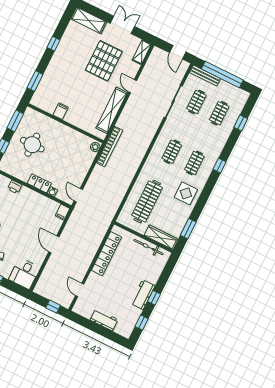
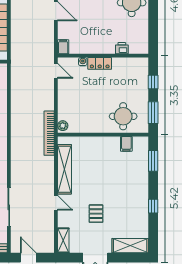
pallet: (104, 61) -> (96, 214), width x0.49, depth x0.50
filing cabinet: (61, 111) -> (126, 144), moved
round table: (32, 145) -> (123, 116), moved

